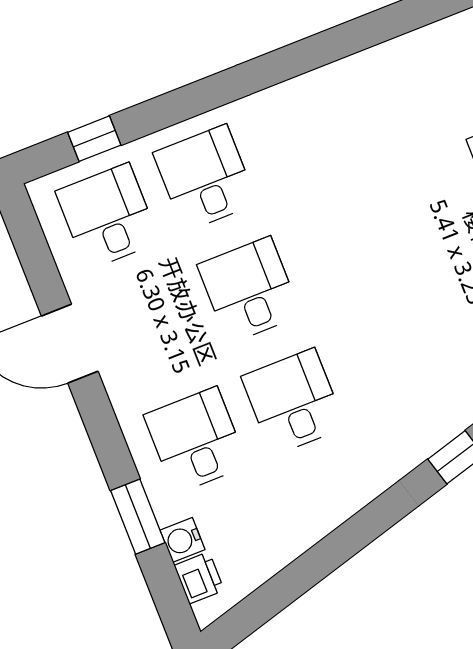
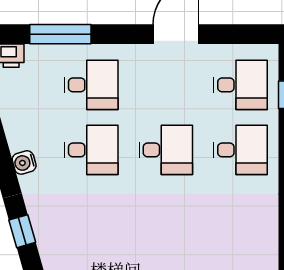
window: (138, 517) -> (60, 34), width x1.44
water cooler: (182, 540) -> (24, 162), moved, turned -106

